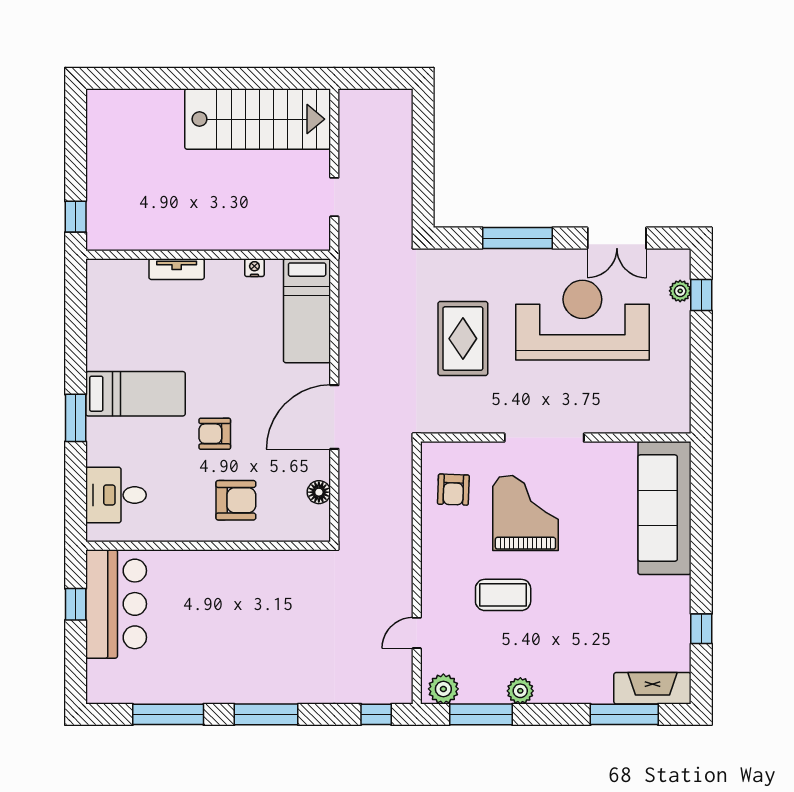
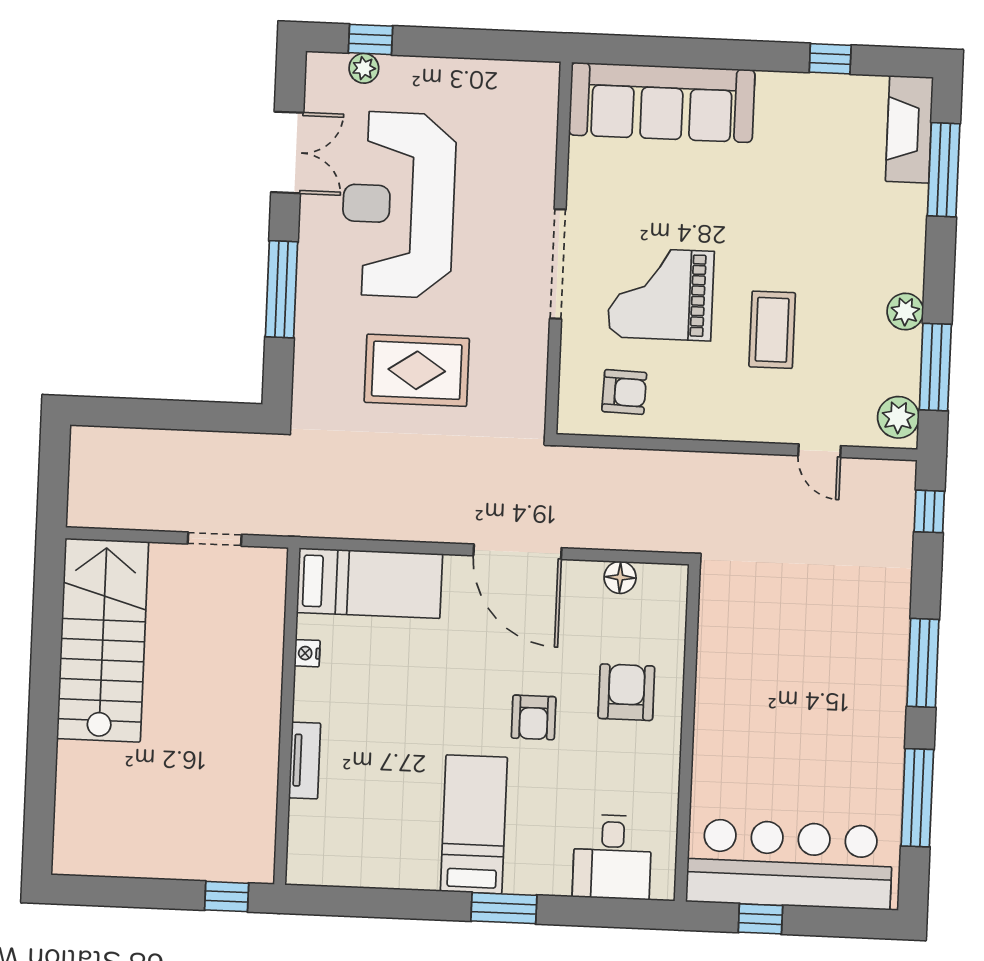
bar counter: (116, 604) -> (790, 864), width x1.36

